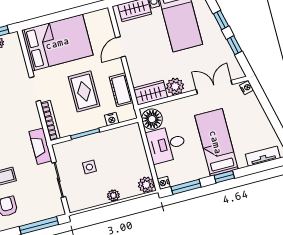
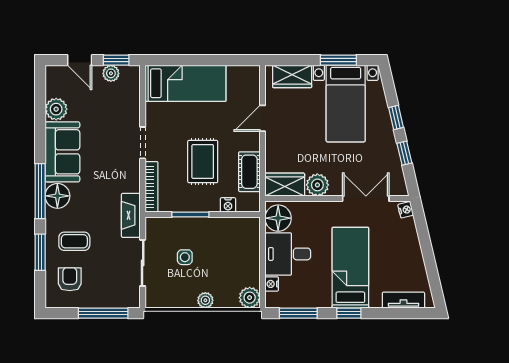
bed: (57, 43) -> (185, 83), width x0.67
nightstand: (164, 183) -> (272, 284), moved

